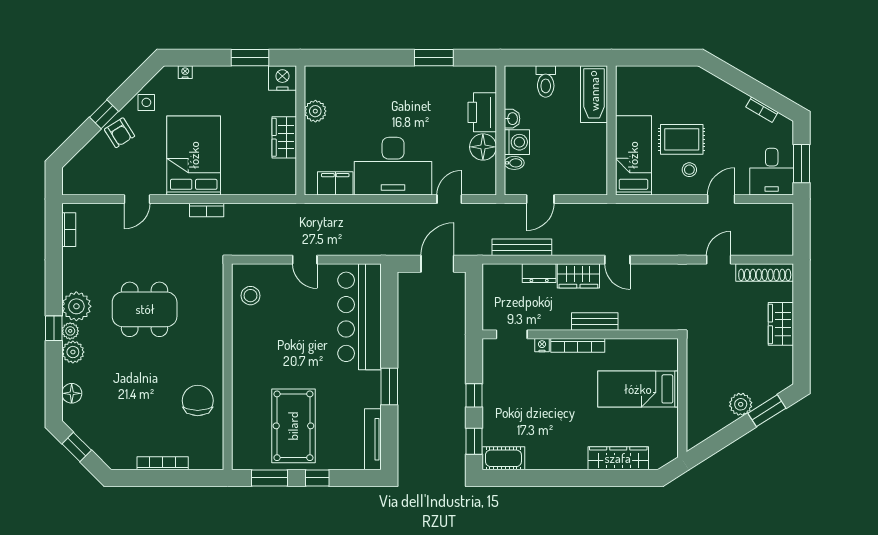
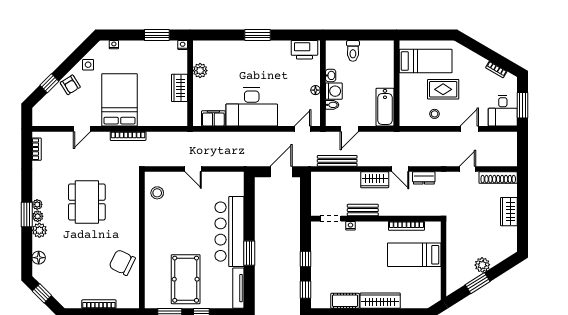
window: (434, 58) -> (257, 35), moved
nightstand: (282, 78) -> (183, 45), width x0.53, depth x0.56
bathtub: (594, 94) -> (385, 107), moved
printer: (482, 112) -> (304, 50), moved, turned -90
window: (104, 114) -> (49, 83), moved
floor lamp: (483, 147) -> (315, 90), width x0.53, depth x0.53
bed: (633, 155) -> (426, 61), moved, turned 90
stool: (689, 170) -> (435, 114), moved
door: (449, 199) -> (303, 129), moved
bookcase: (207, 210) -> (128, 136), width x1.56
dresser: (539, 273) -> (424, 178), moved
plant: (76, 306) -> (37, 204), width x0.53, depth x0.53
dining table: (145, 309) -> (87, 202), turned 90
bar counter: (359, 317) -> (229, 232), moved
bench: (595, 322) -> (363, 210), moved
window: (54, 328) -> (27, 215), width x1.50
bookcase: (578, 345) -> (406, 226), moved
chair: (198, 401) -> (122, 262), turned -64
window: (767, 411) -> (478, 283), moved
cot: (503, 458) -> (345, 301), moved
wardrobe: (618, 458) -> (380, 301), moved

